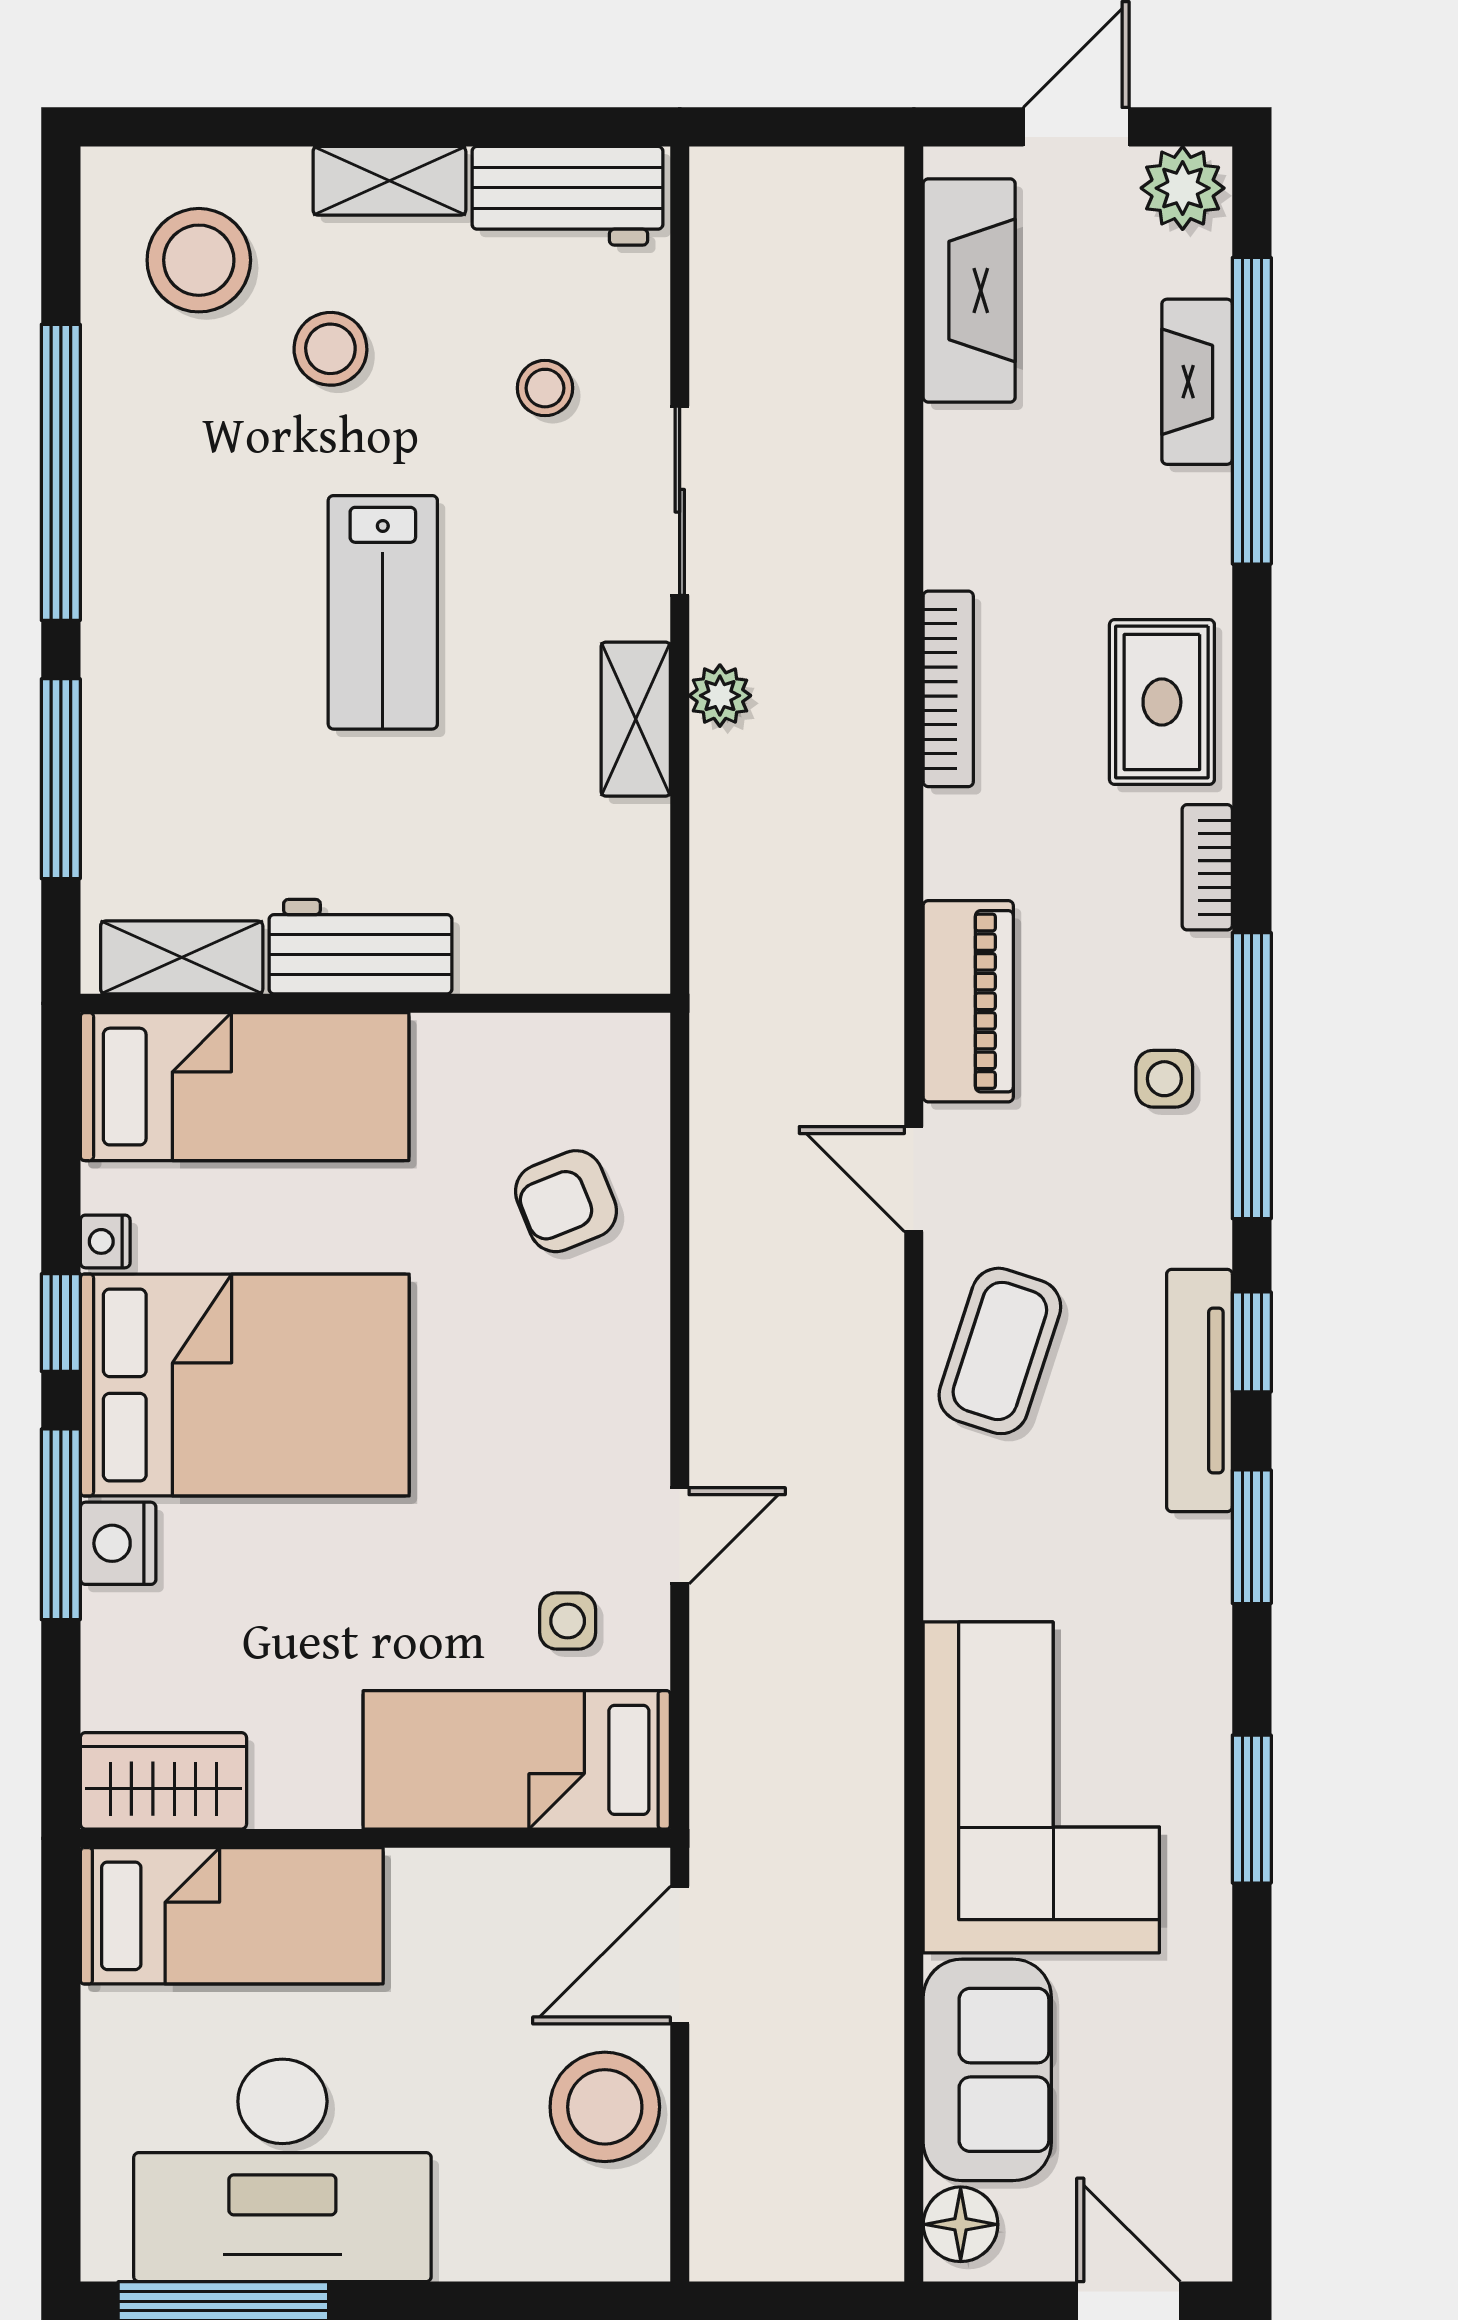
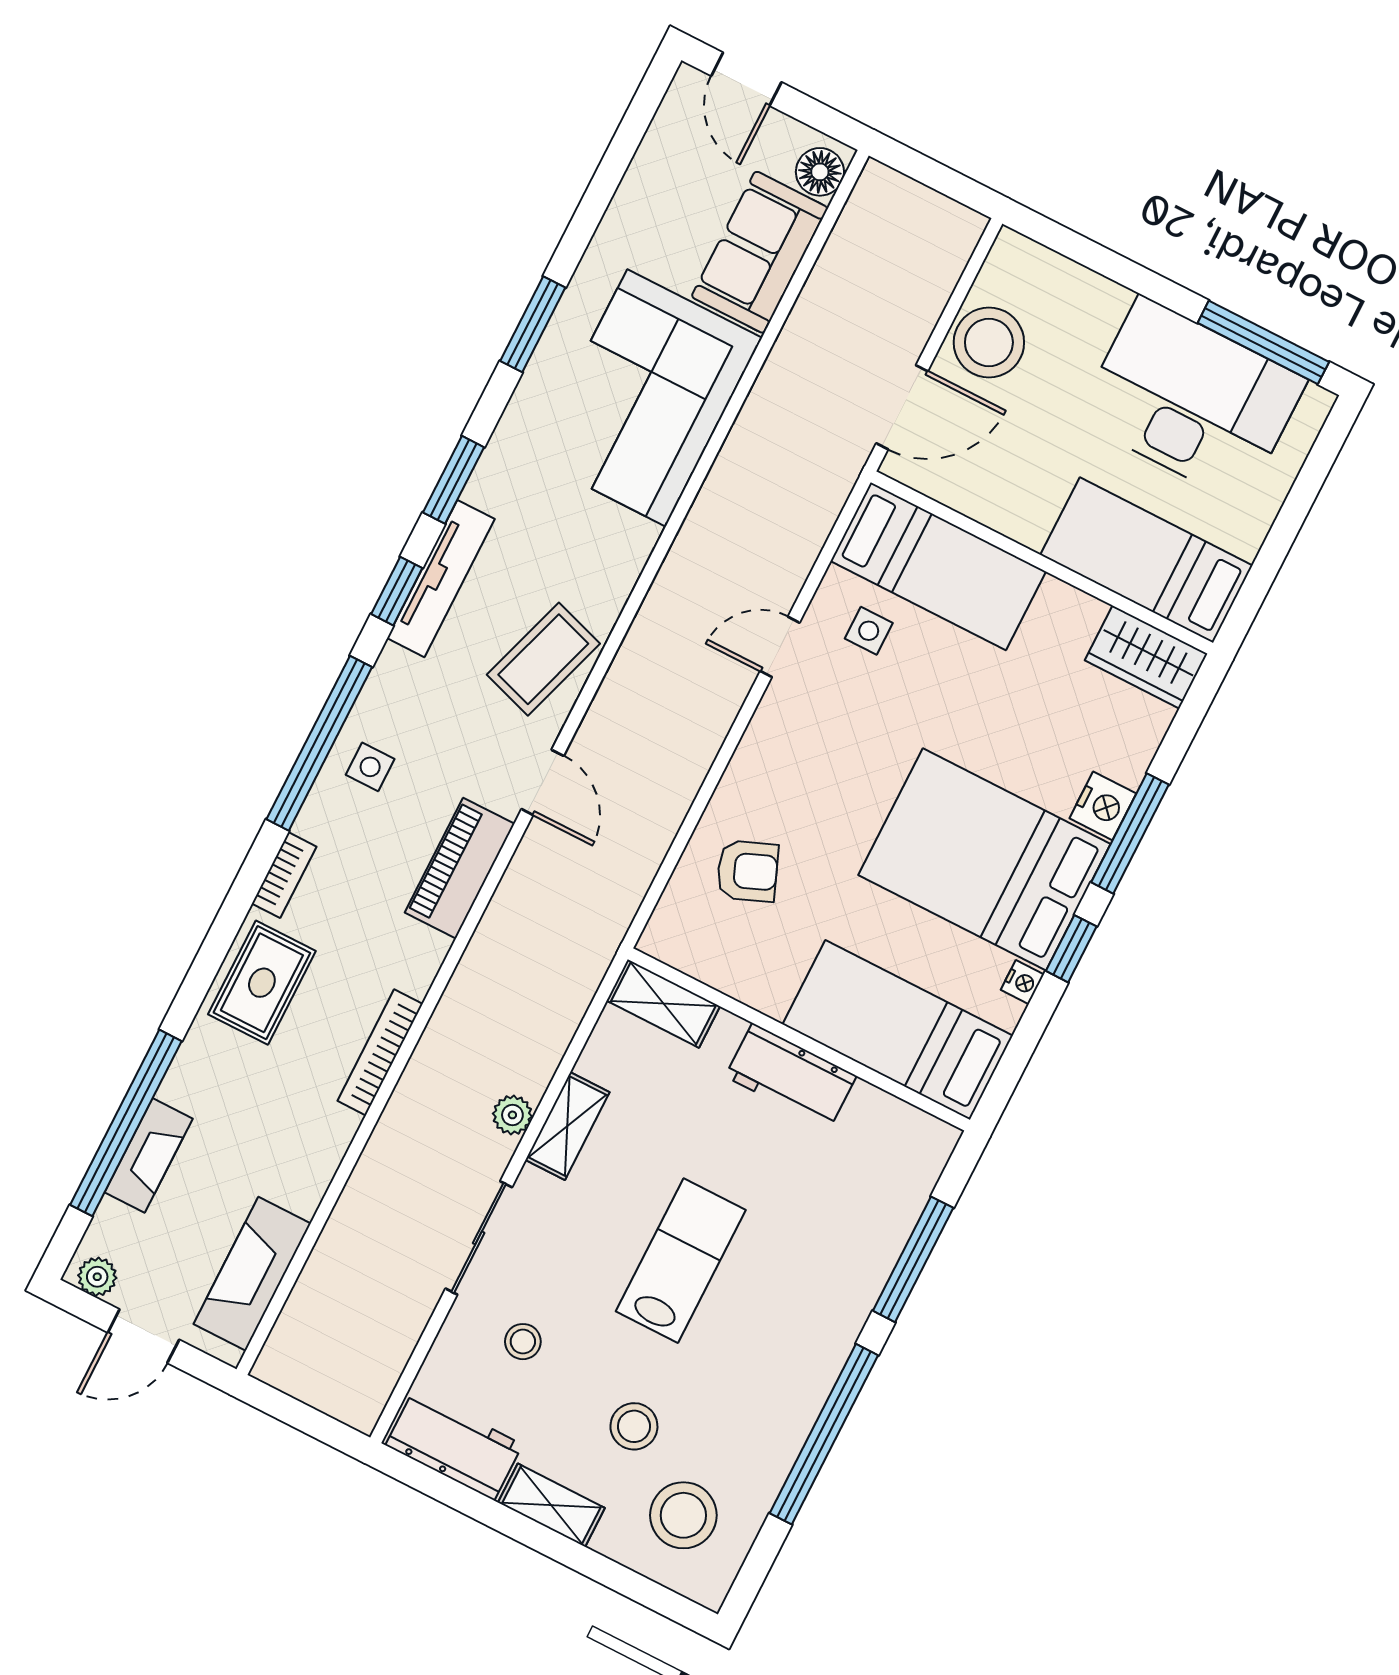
plant: (1183, 188) -> (97, 1277), width x0.73, depth x0.73
shelving: (182, 957) -> (663, 1003), moved

